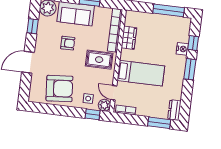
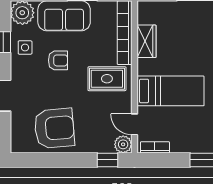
side table: (88, 99) -> (25, 48), moved

